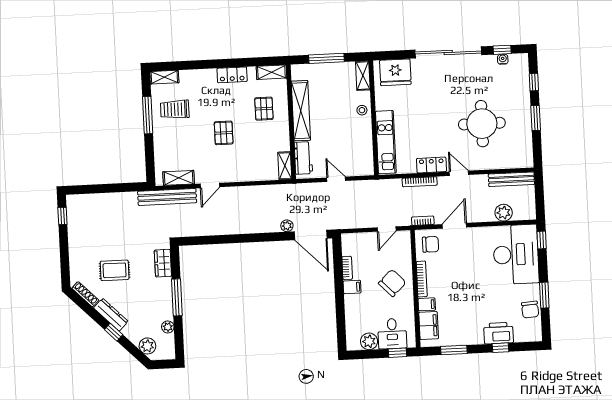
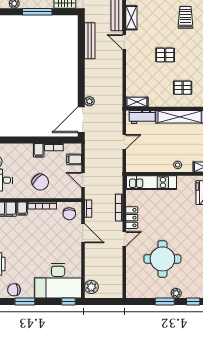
plant: (524, 104) -> (176, 293), added
bench: (511, 179) -> (90, 41), moved
plant: (504, 213) -> (91, 287), moved
filing cabinet: (361, 242) -> (74, 159), added

